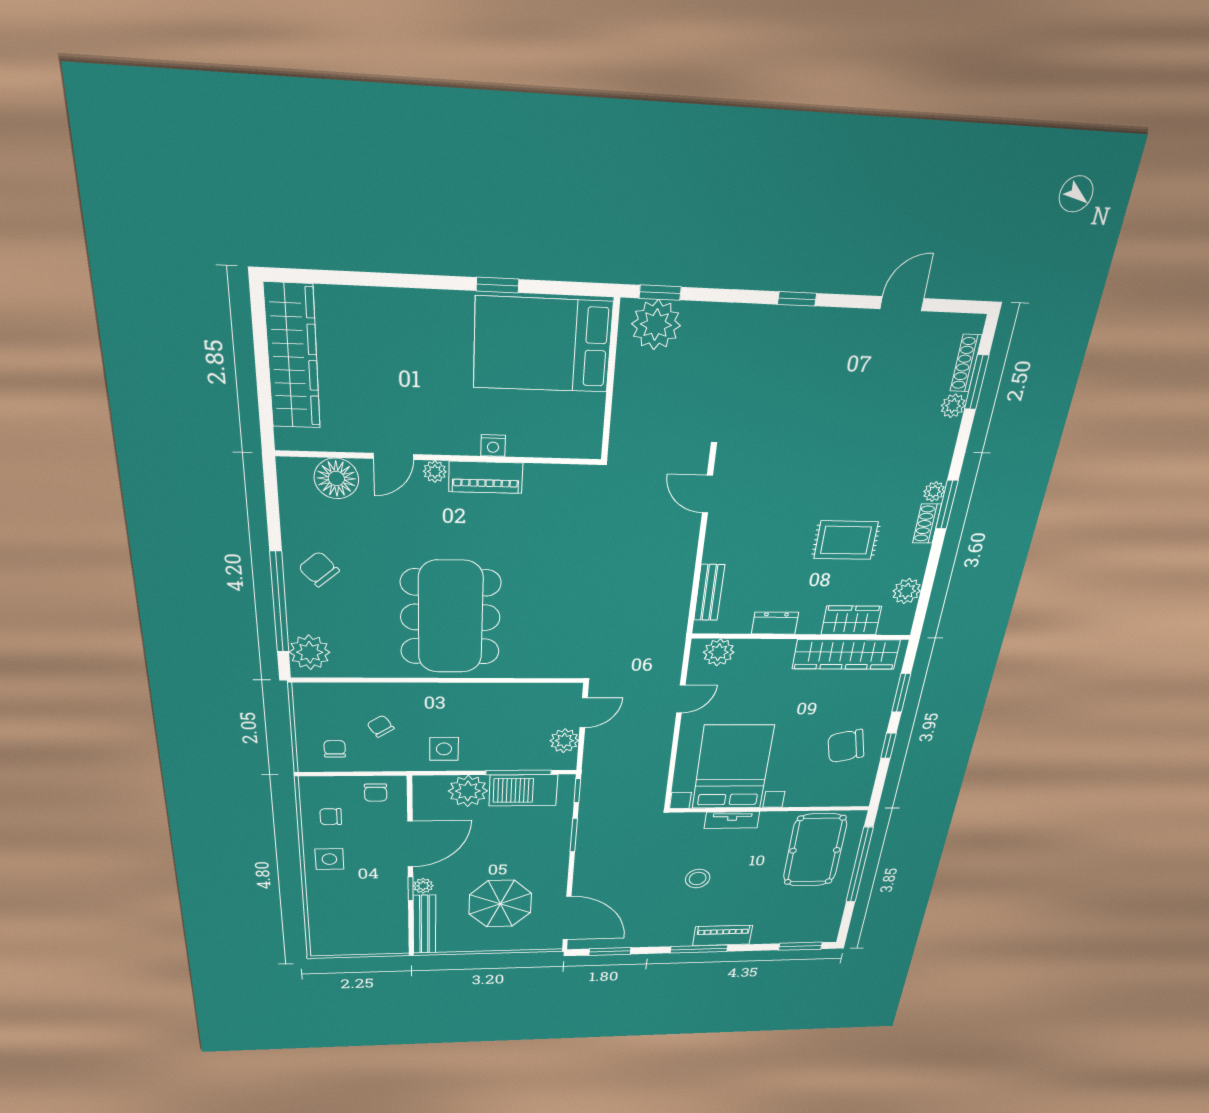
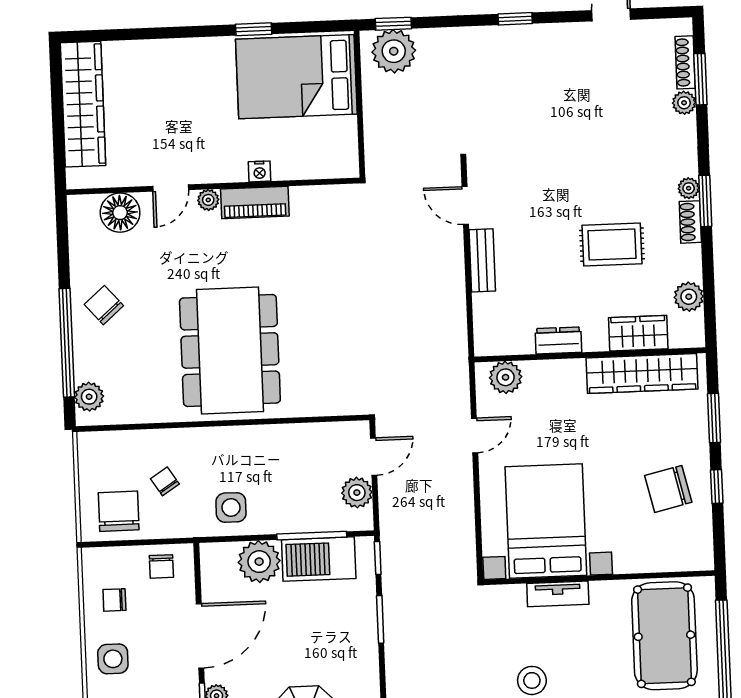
bench: (709, 593) -> (482, 260), moved
plant: (310, 652) -> (89, 397), width x0.73, depth x0.73
chair: (335, 749) -> (119, 511), width x1.87, depth x1.87

